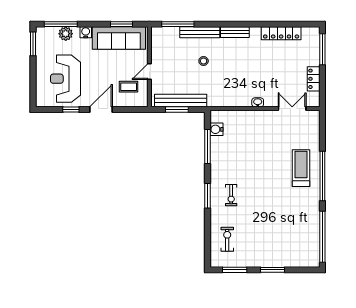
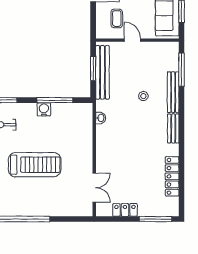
washbasin: (258, 102) -> (101, 118), moved
water cooler: (216, 129) -> (44, 109), moved
treadmill: (301, 168) -> (35, 165), moved, width x1.37, depth x1.37

